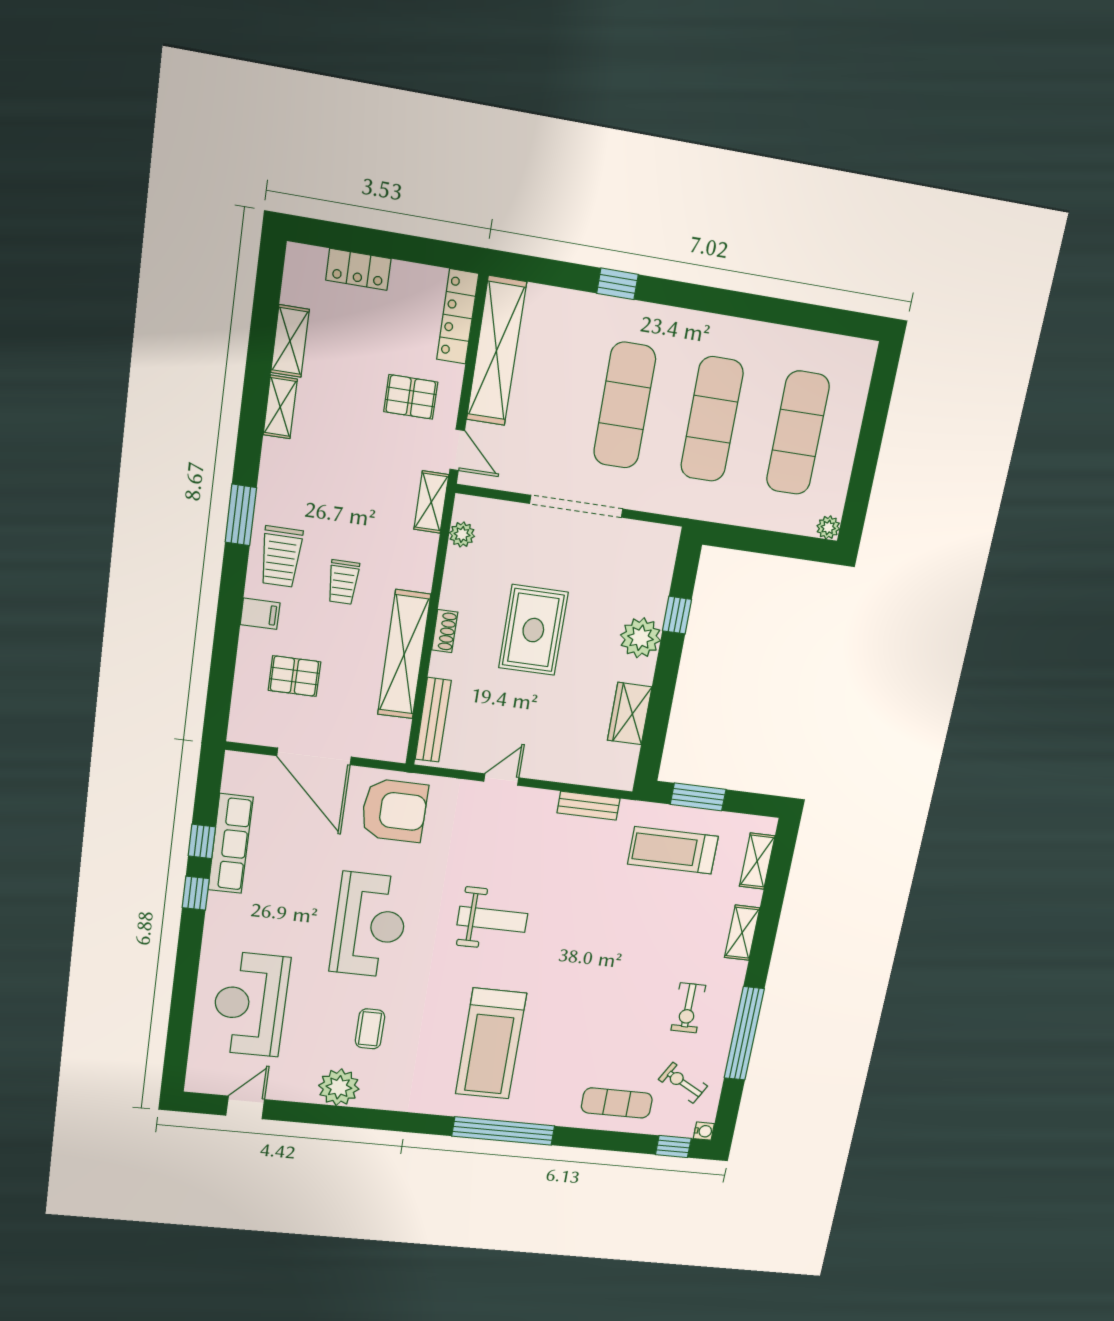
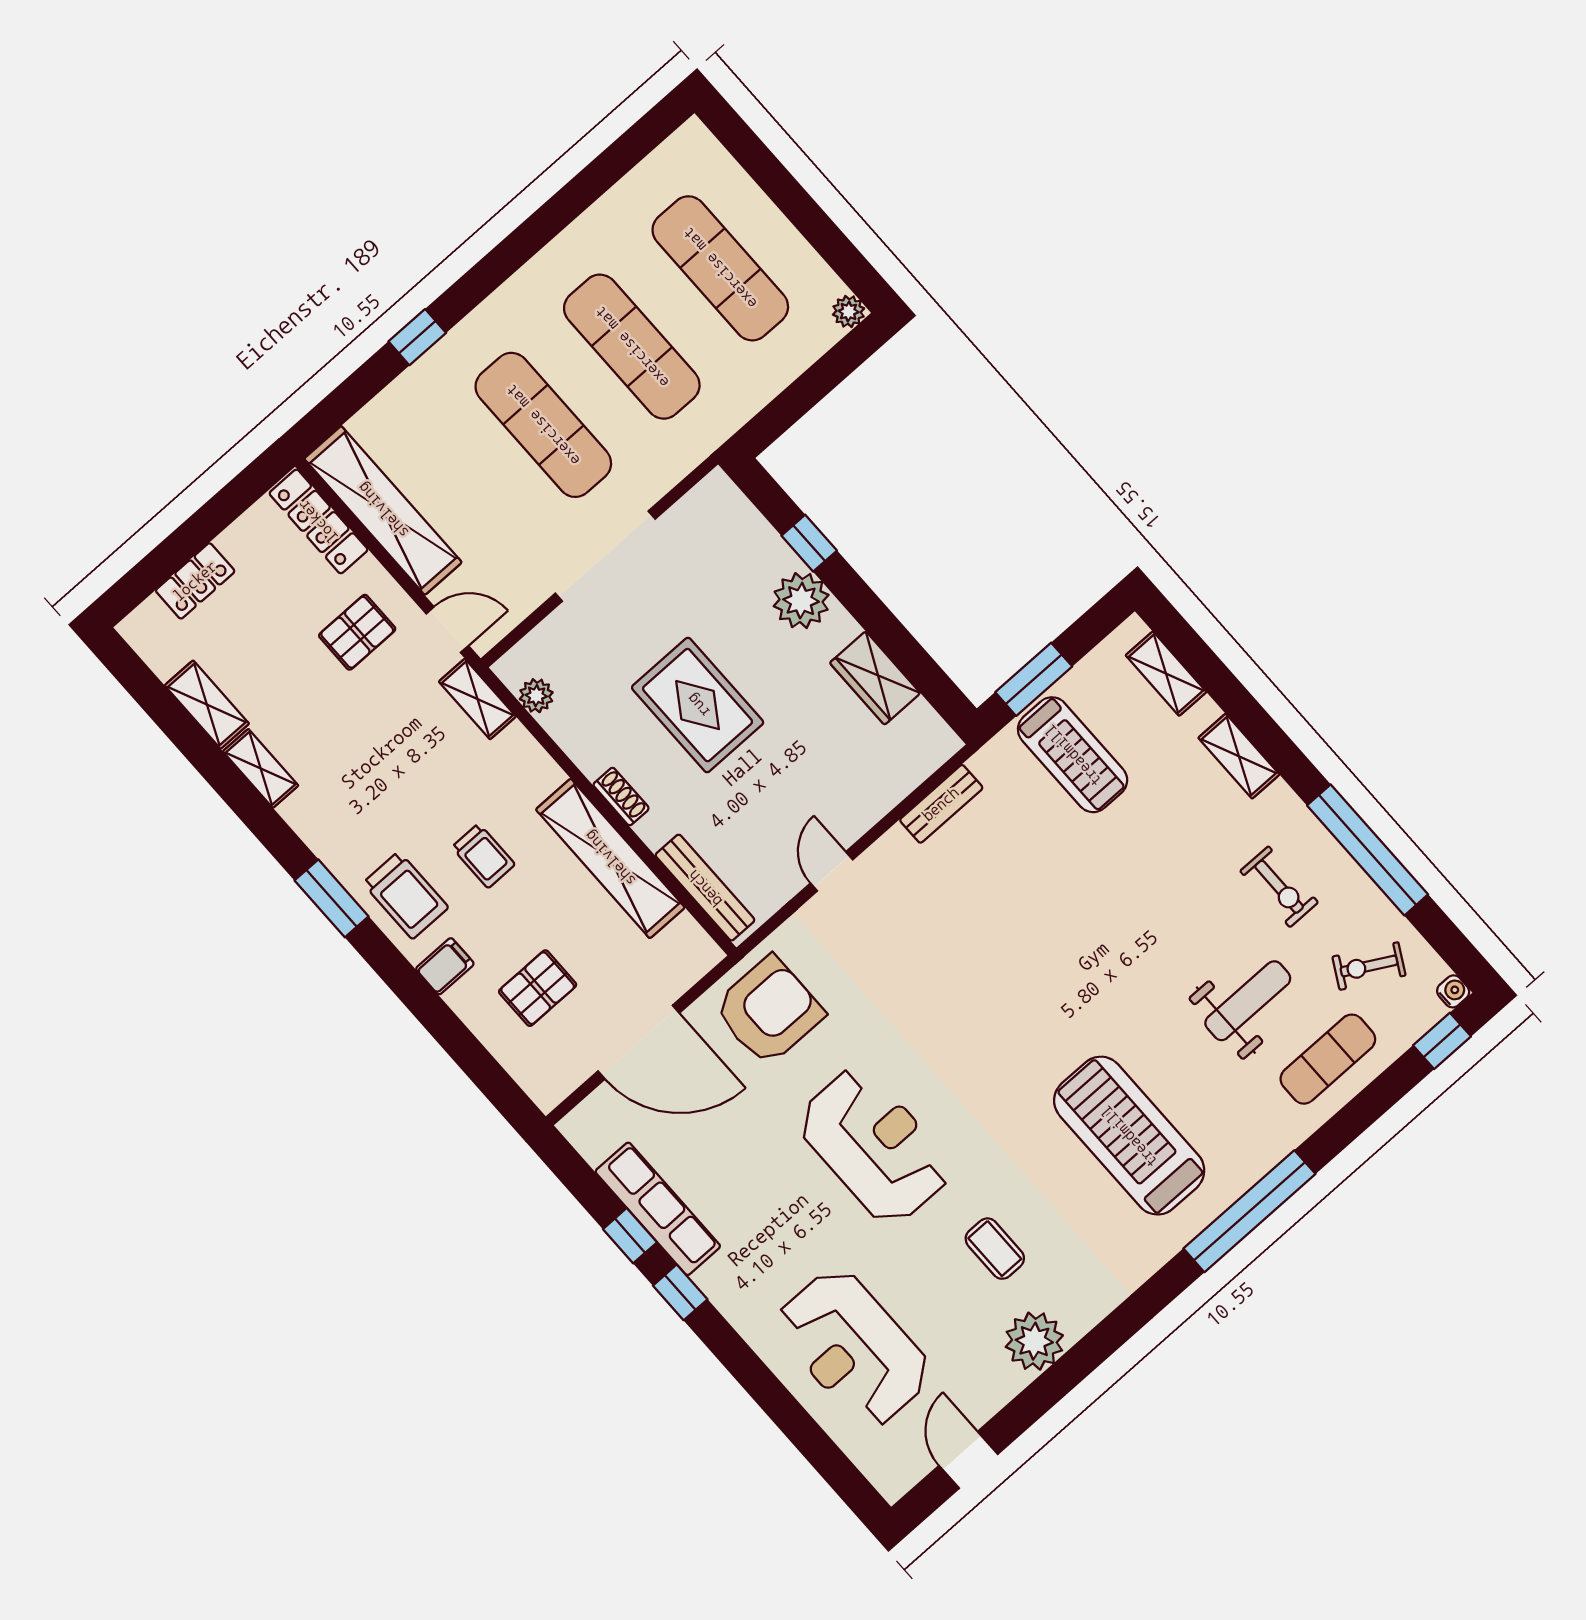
treadmill: (673, 850) -> (1073, 755), turned -90
weight bench: (492, 919) -> (1248, 1001), moved
treadmill: (491, 1044) -> (1129, 1136), turned 180

